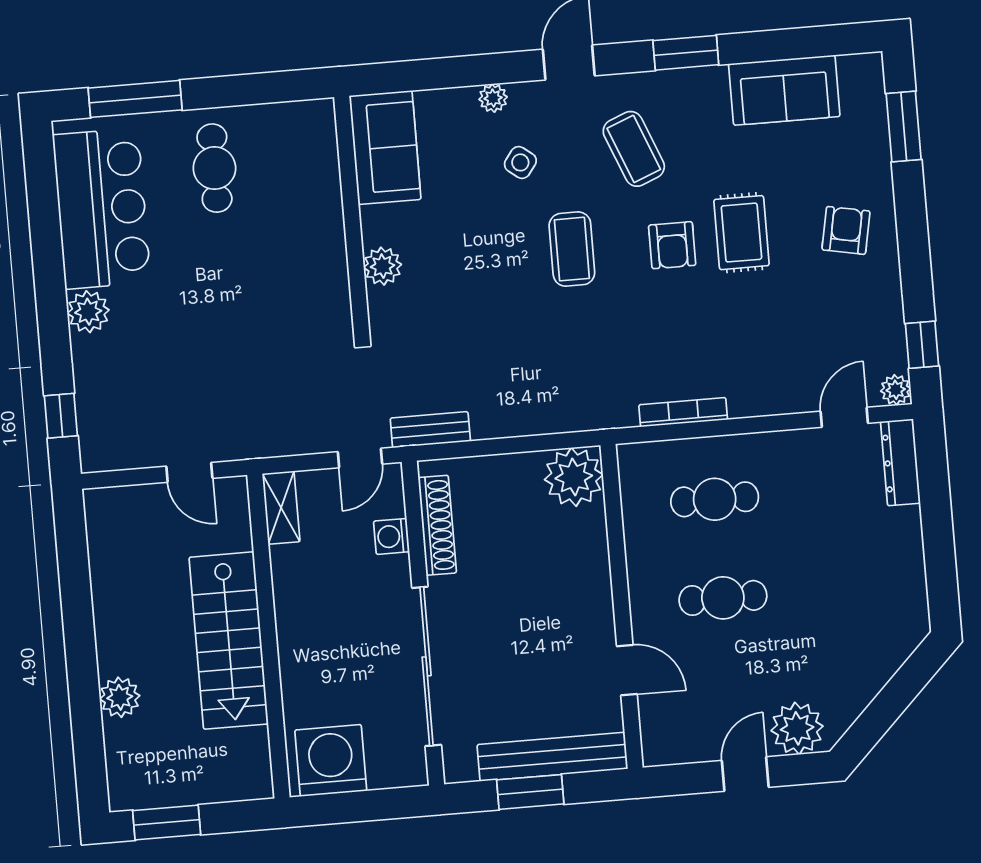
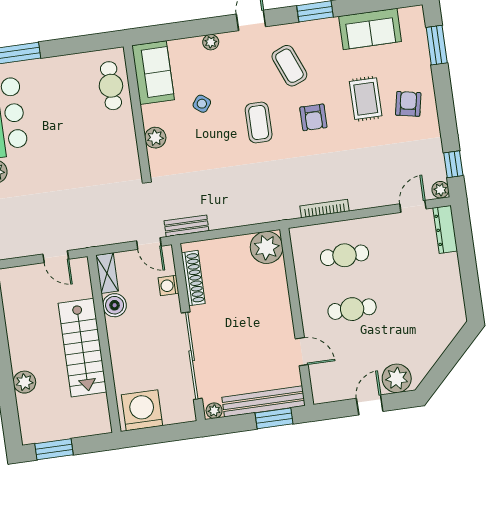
side table: (520, 162) -> (202, 104), moved
cafe table: (214, 168) -> (111, 86), moved
rug: (741, 233) -> (366, 99), moved
door: (360, 458) -> (149, 244), hinge flipped
boiler: (291, 567) -> (115, 305), added
plant: (462, 769) -> (214, 411), added
window: (530, 792) -> (274, 418), moved

